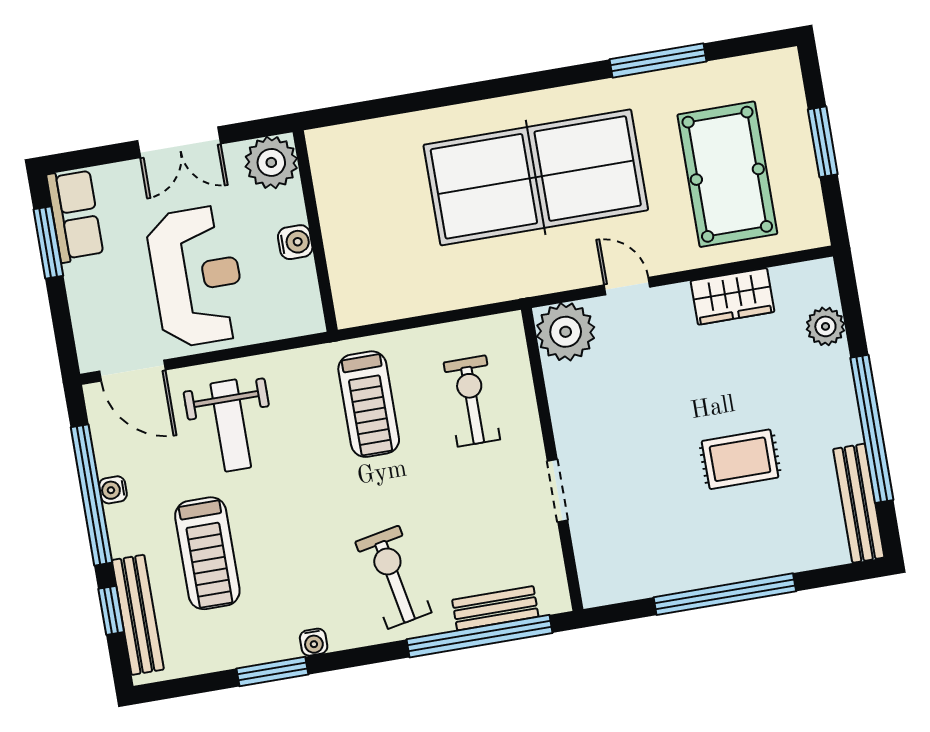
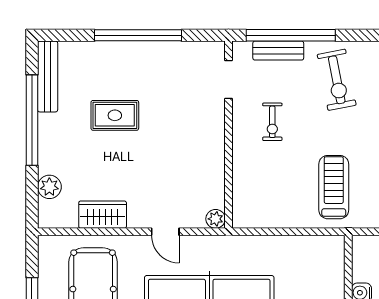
plant: (566, 332) -> (216, 219), width x0.53, depth x0.53
exercise bike: (472, 401) -> (272, 122), moved, width x0.73, depth x0.72
doorway: (558, 491) -> (228, 80), moved

